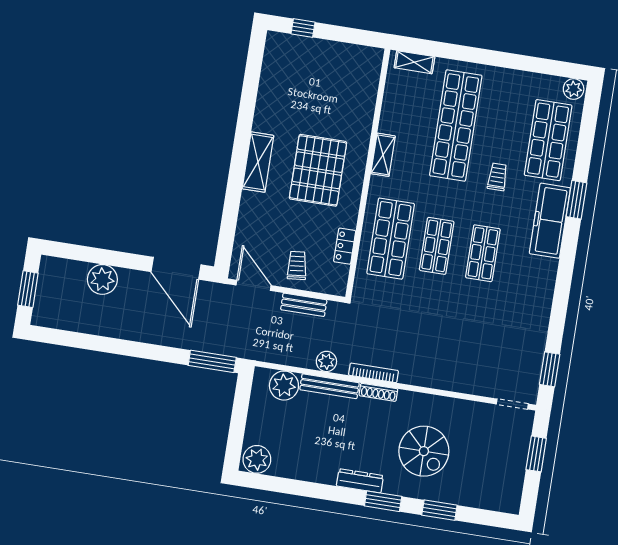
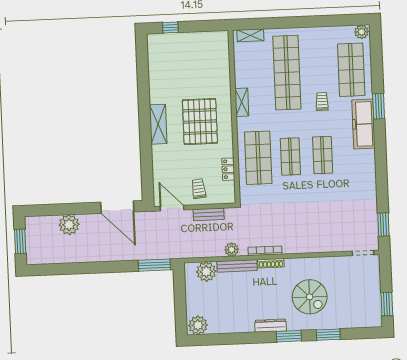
window: (536, 454) -> (387, 304), moved

